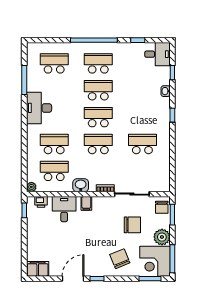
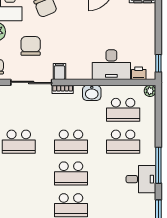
desk: (39, 108) -> (141, 179), width x0.73
window: (24, 124) -> (158, 165), added
filing cabinet: (86, 203) -> (59, 72), moved
desk: (64, 209) -> (111, 65), width x1.37
chair: (132, 225) -> (31, 46), turned 90

